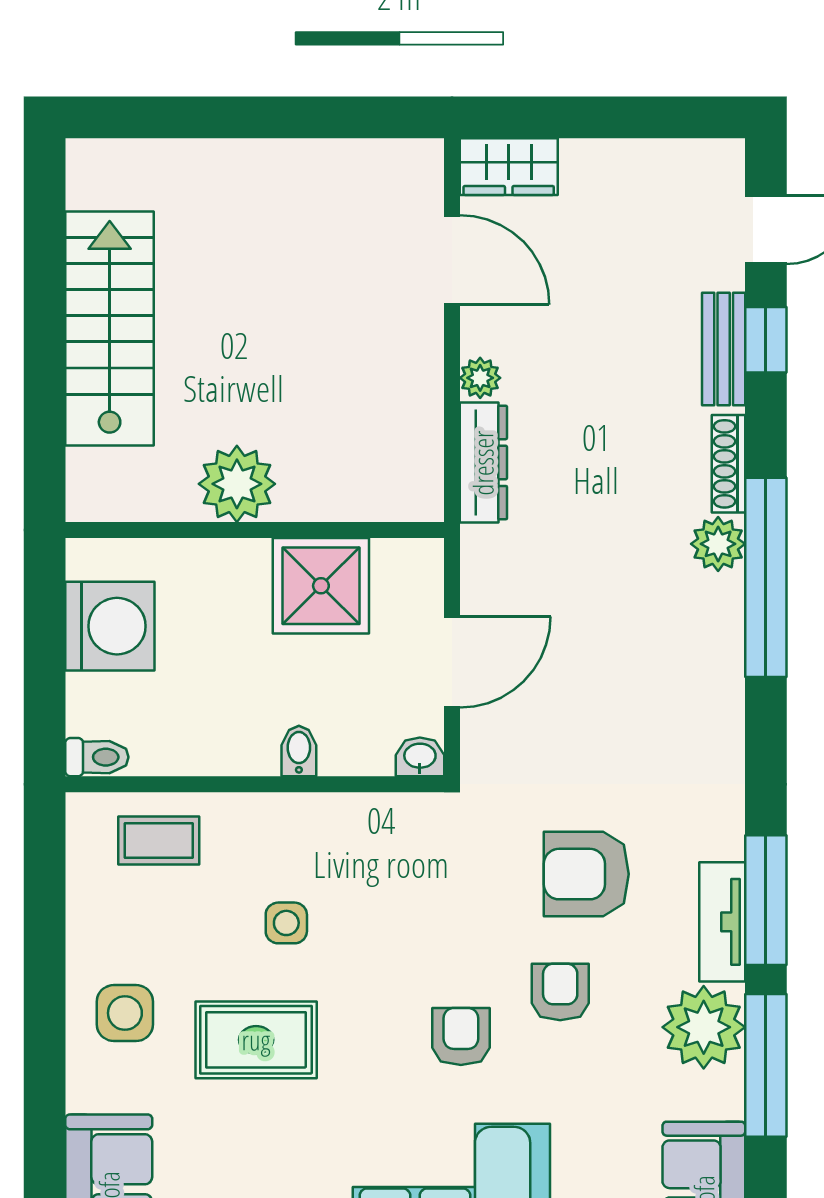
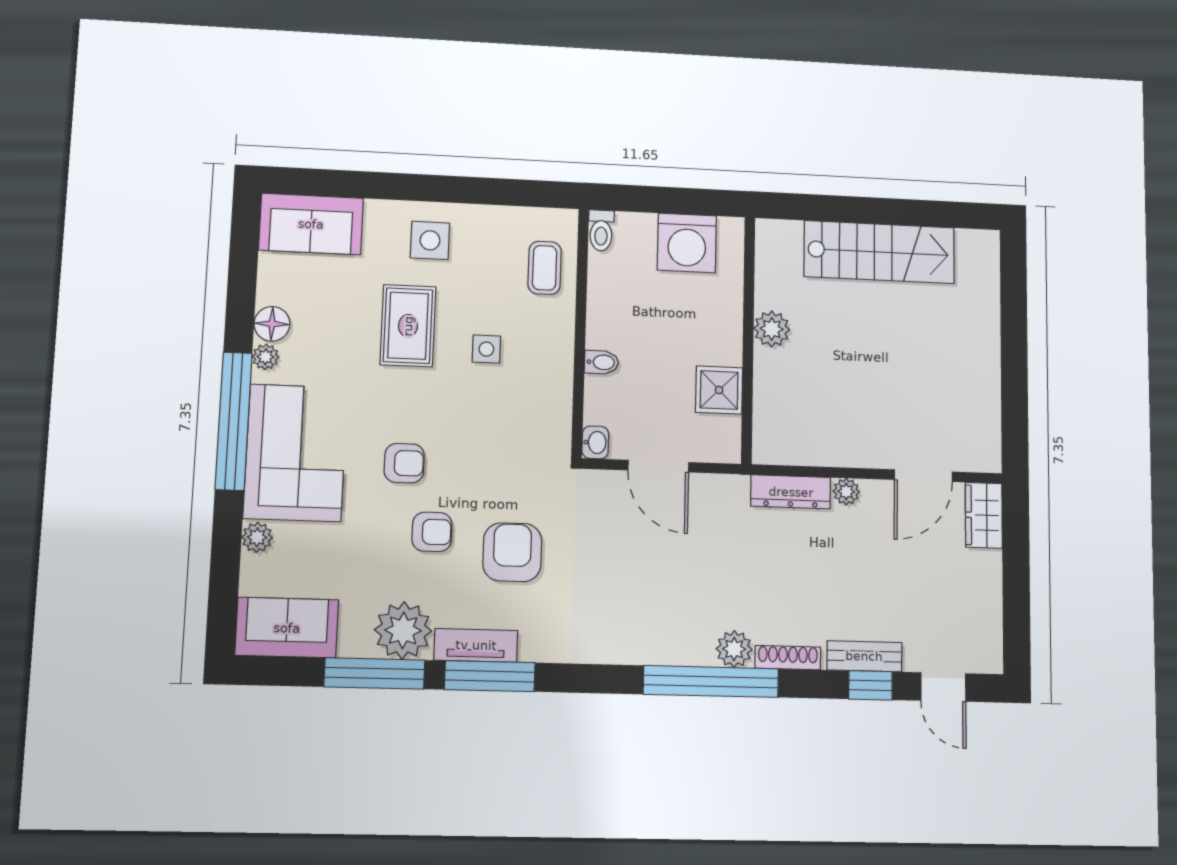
plant: (237, 484) -> (772, 329), width x0.73, depth x0.73
shower: (321, 586) -> (719, 390), width x0.73, depth x0.73

